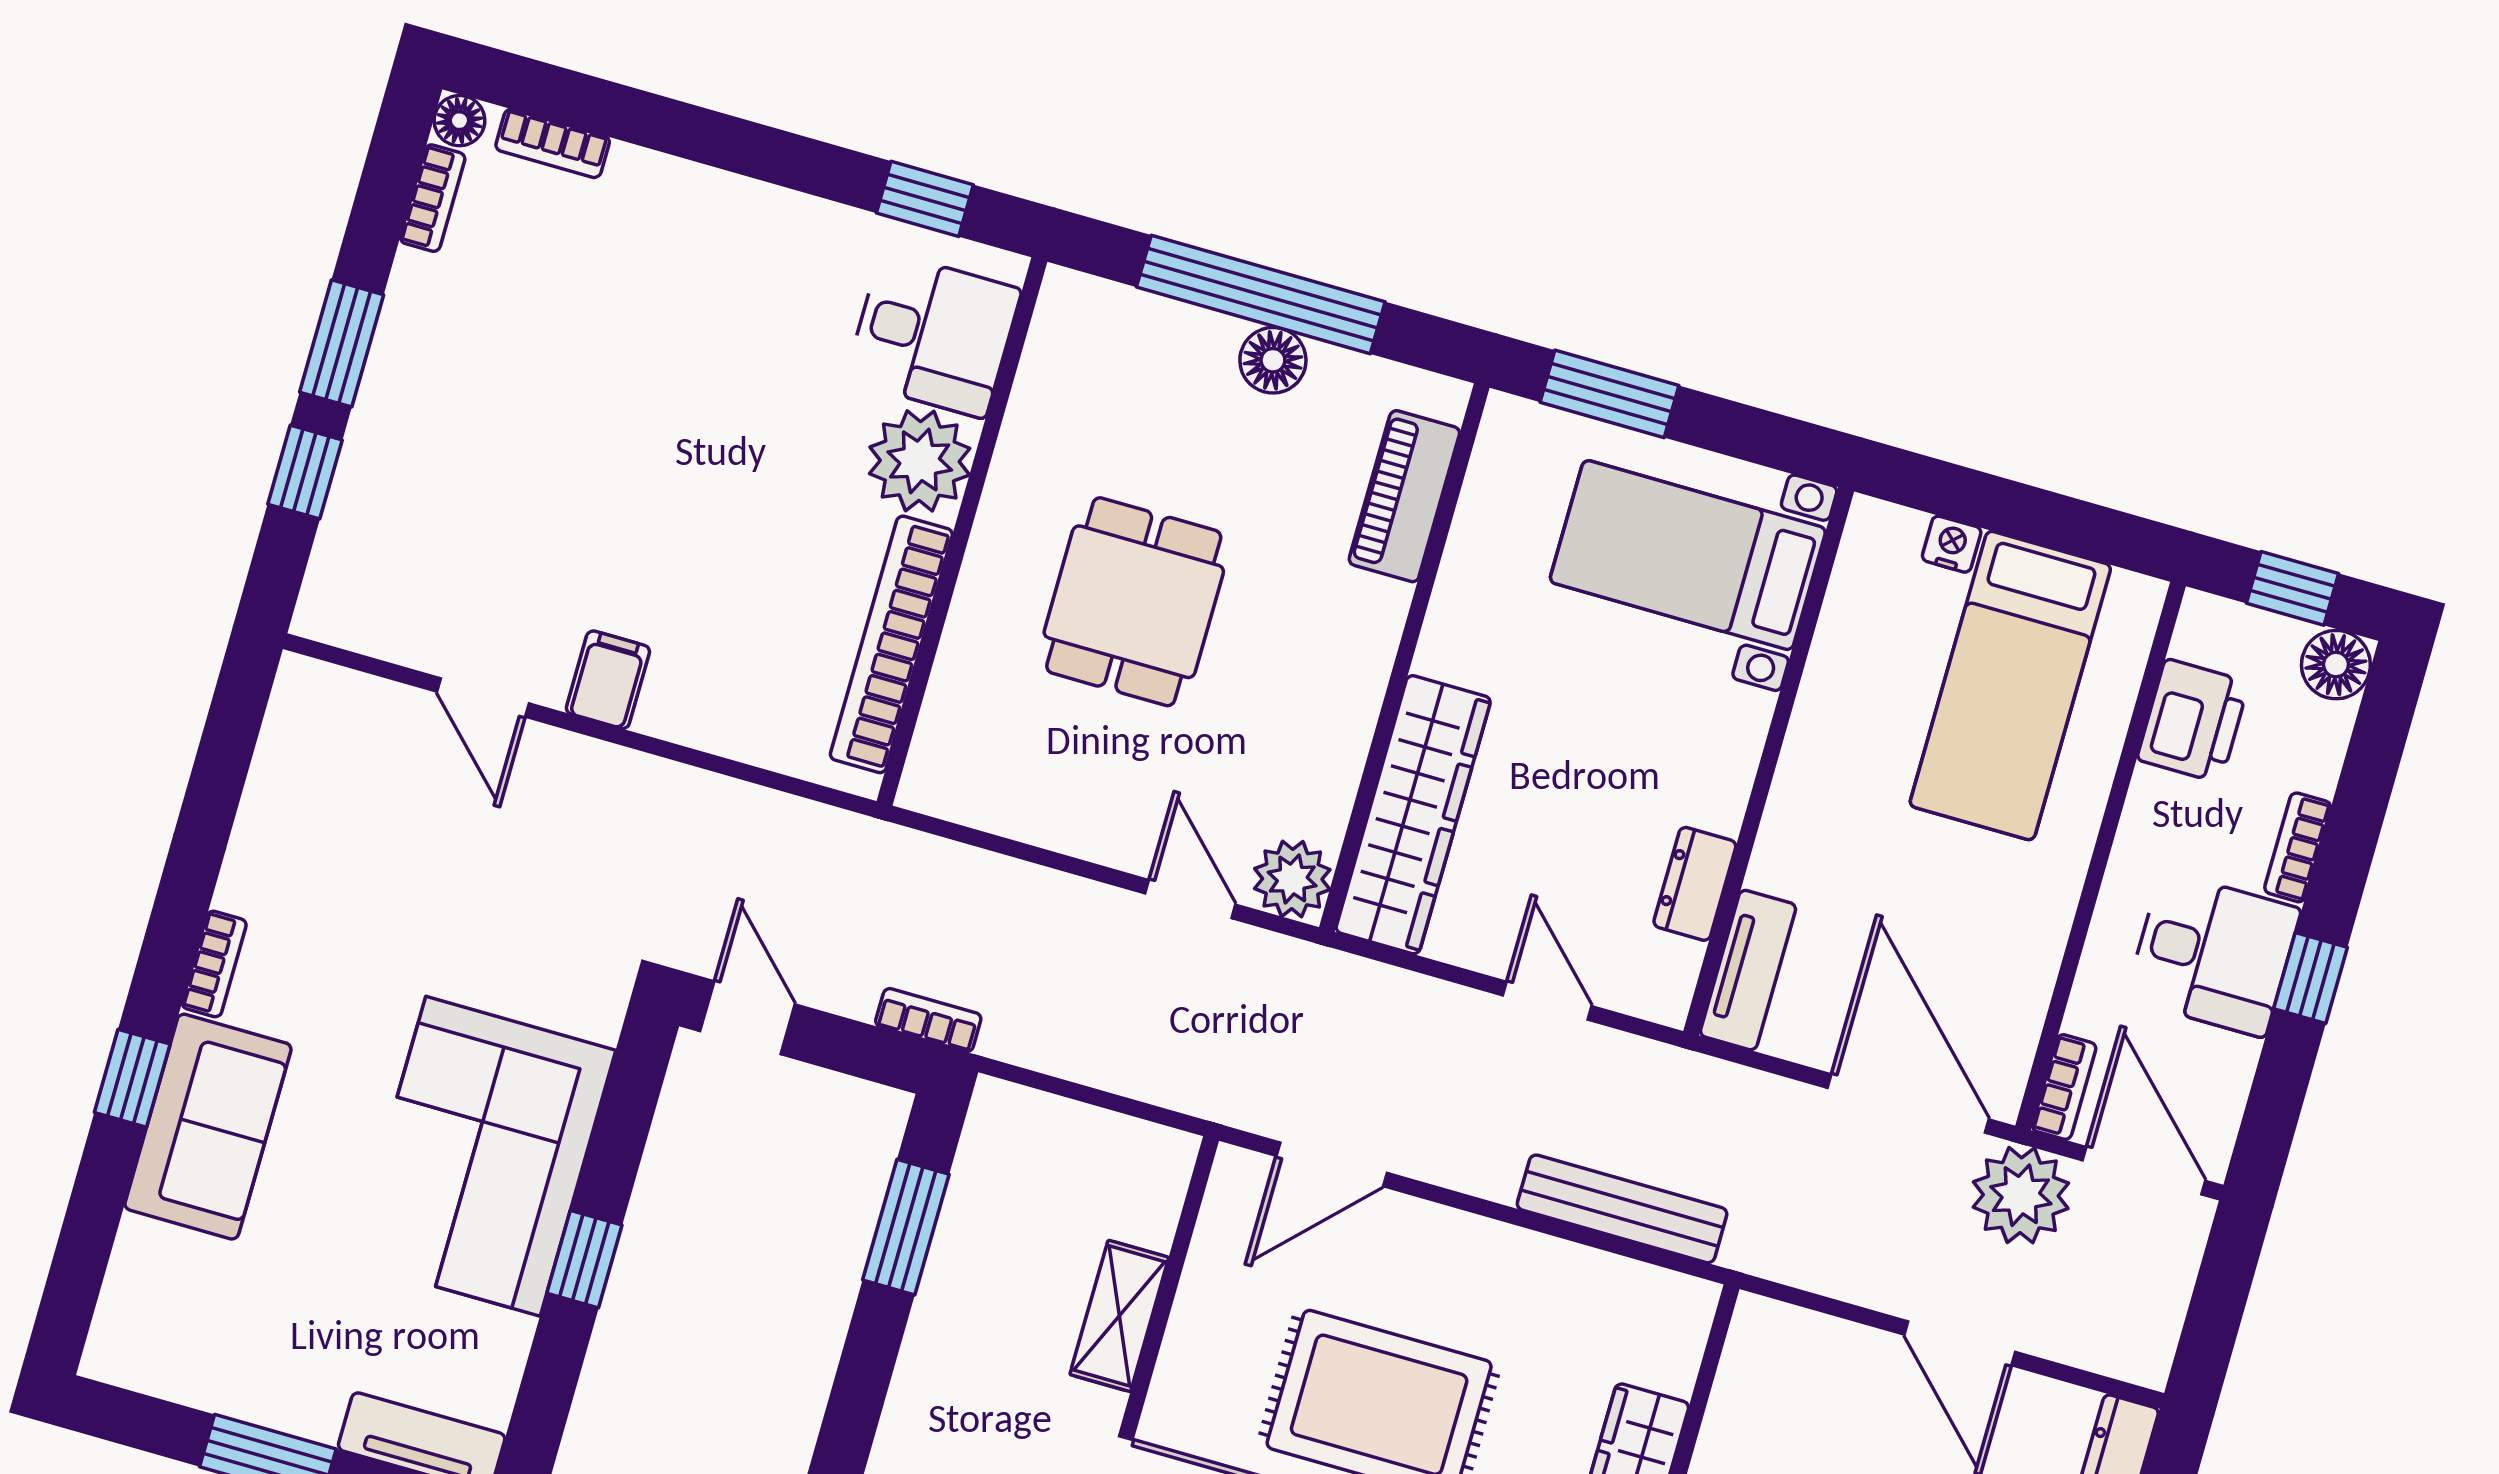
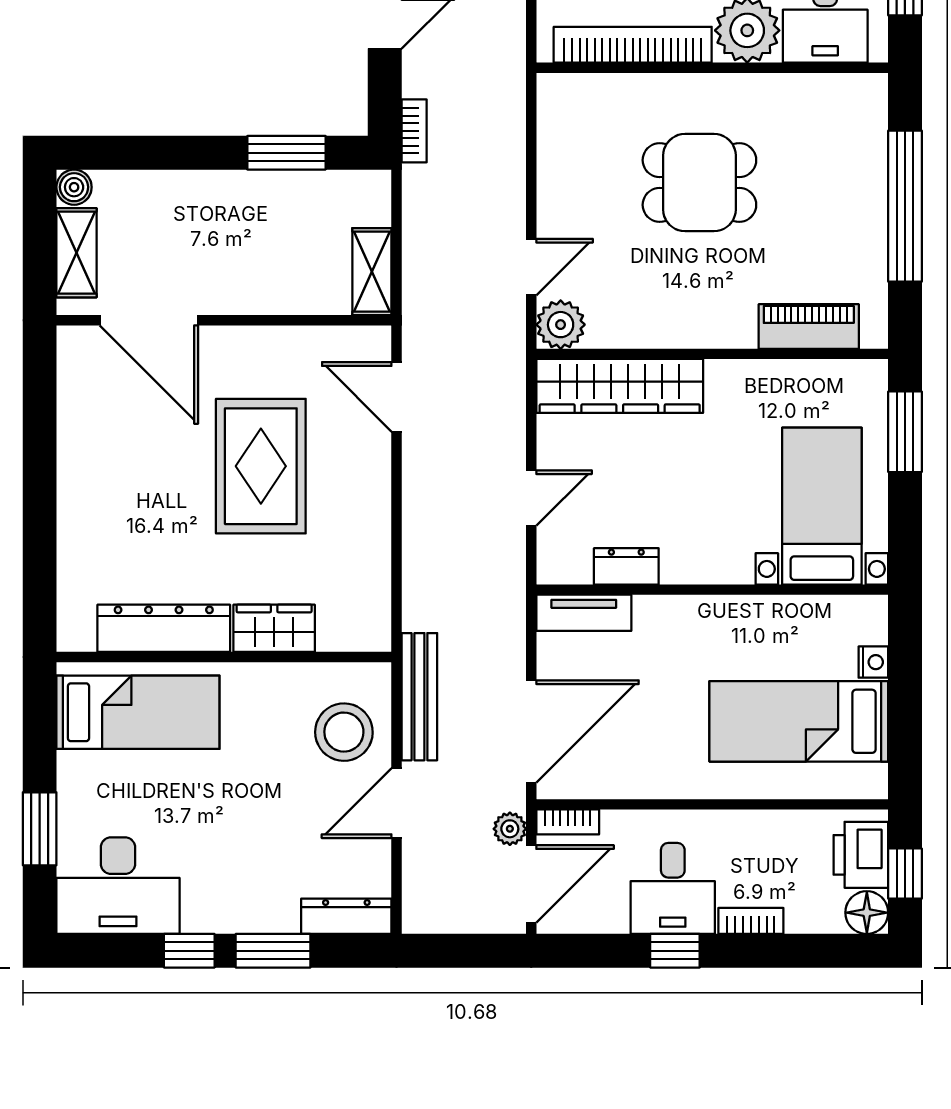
floor lamp: (1273, 360) -> (868, 225), removed
printer: (2193, 721) -> (861, 855), moved, turned 90
plant: (2021, 1195) -> (510, 829), width x0.53, depth x0.53
bench: (1622, 1209) -> (419, 697), moved
shelving: (1119, 1316) -> (372, 272), moved, turned 90
stool: (1827, 1393) -> (344, 732), added

